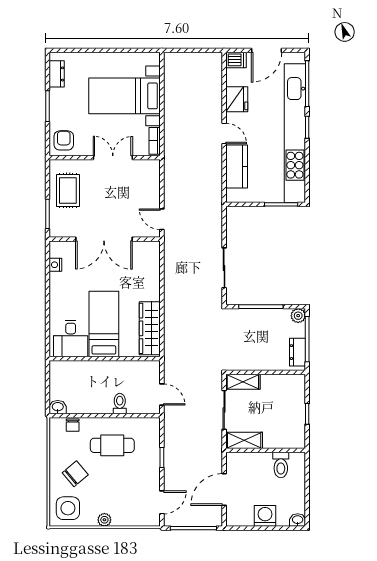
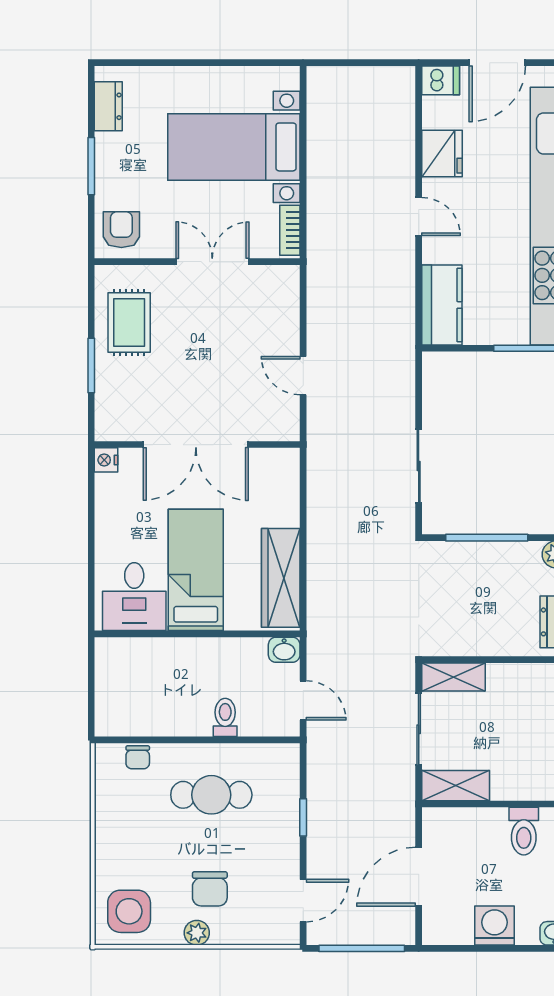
kitchen counter: (237, 167) -> (442, 305), moved
double door: (104, 239) -> (196, 445), moved
wall: (105, 239) -> (197, 445), moved
washbasin: (58, 407) -> (284, 650), moved, turned 180
chair: (75, 474) -> (210, 889), moved, turned 130

